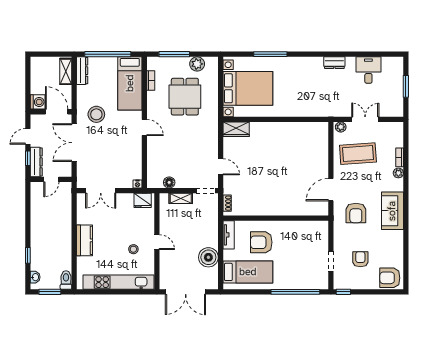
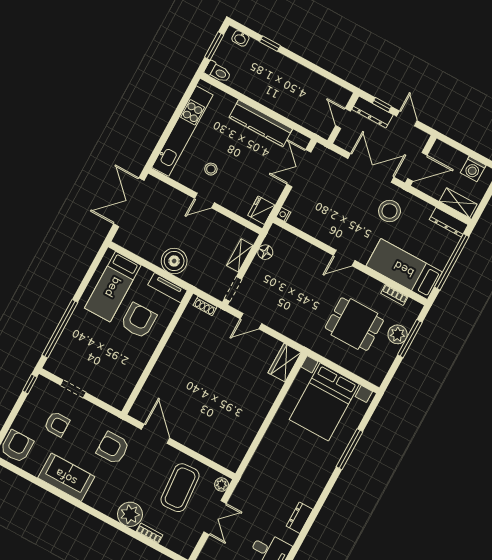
plant: (197, 64) -> (398, 334), moved
washing machine: (38, 102) -> (473, 169), moved
plant: (398, 173) -> (130, 514), width x1.88, depth x1.88
sofa: (392, 211) -> (66, 477), moved
kitchen counter: (85, 240) -> (261, 123), width x1.50
boiler: (208, 257) -> (174, 261), moved

